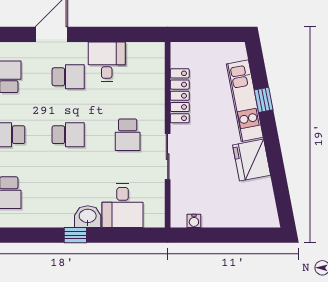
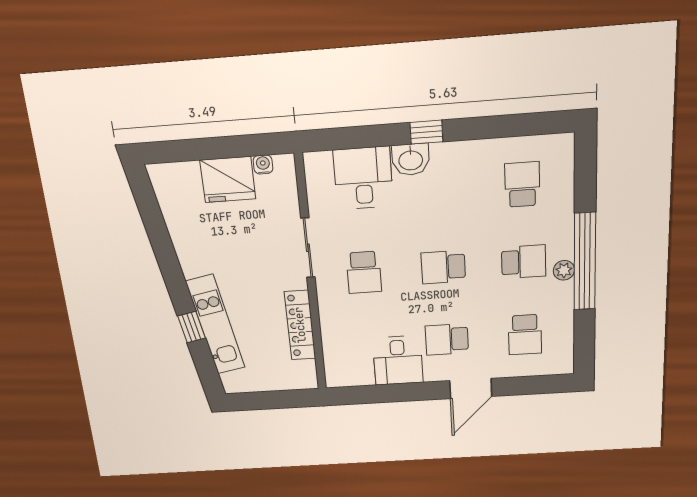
school desk: (128, 135) -> (364, 272), turned 180
fridge: (252, 160) -> (228, 179), moved, turned 101

